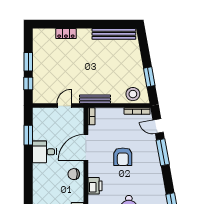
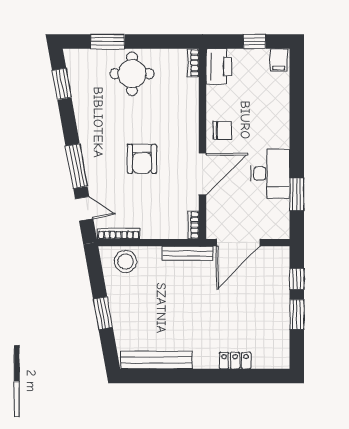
window: (149, 77) -> (103, 313), moved
door: (64, 106) -> (238, 243), width x1.88
desk: (44, 152) -> (270, 174), width x1.37
armchair: (123, 157) -> (142, 159), turned 180
printer: (95, 186) -> (188, 111), removed

